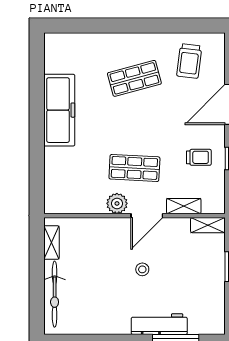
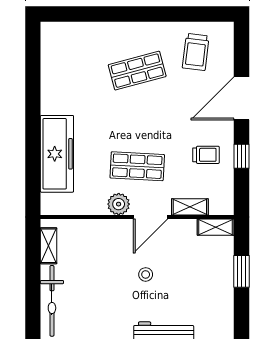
freezer: (59, 110) -> (57, 154), moved

